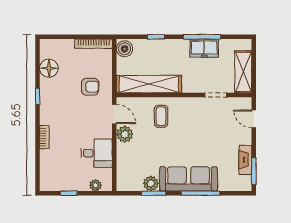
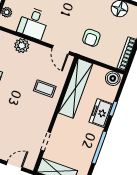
freezer: (204, 48) -> (101, 113), moved
door: (114, 114) -> (61, 50), hinge flipped
plant: (125, 134) -> (22, 46), moved

